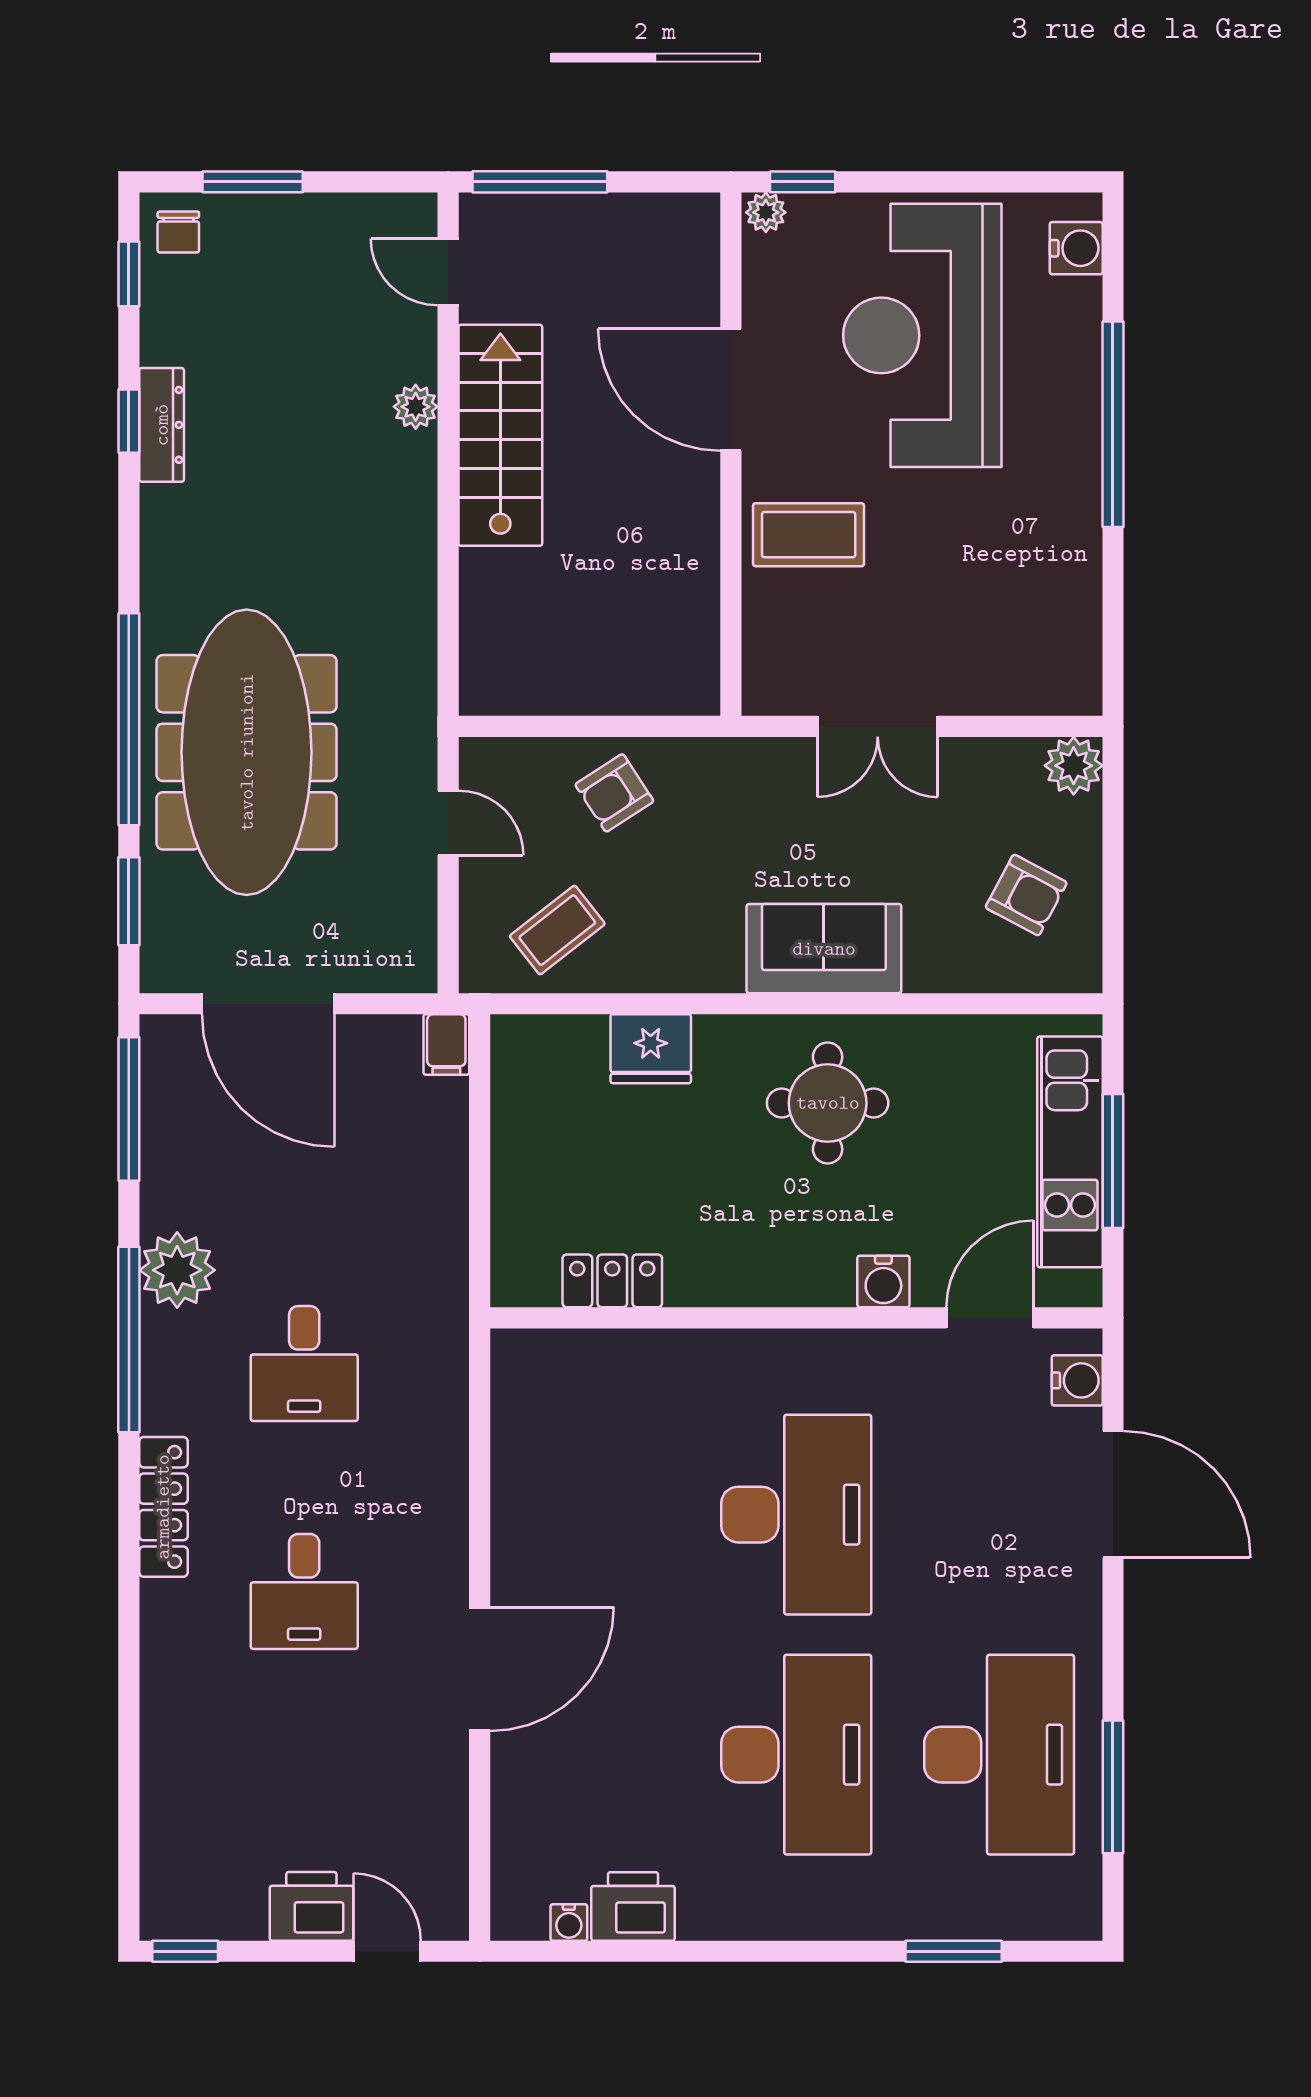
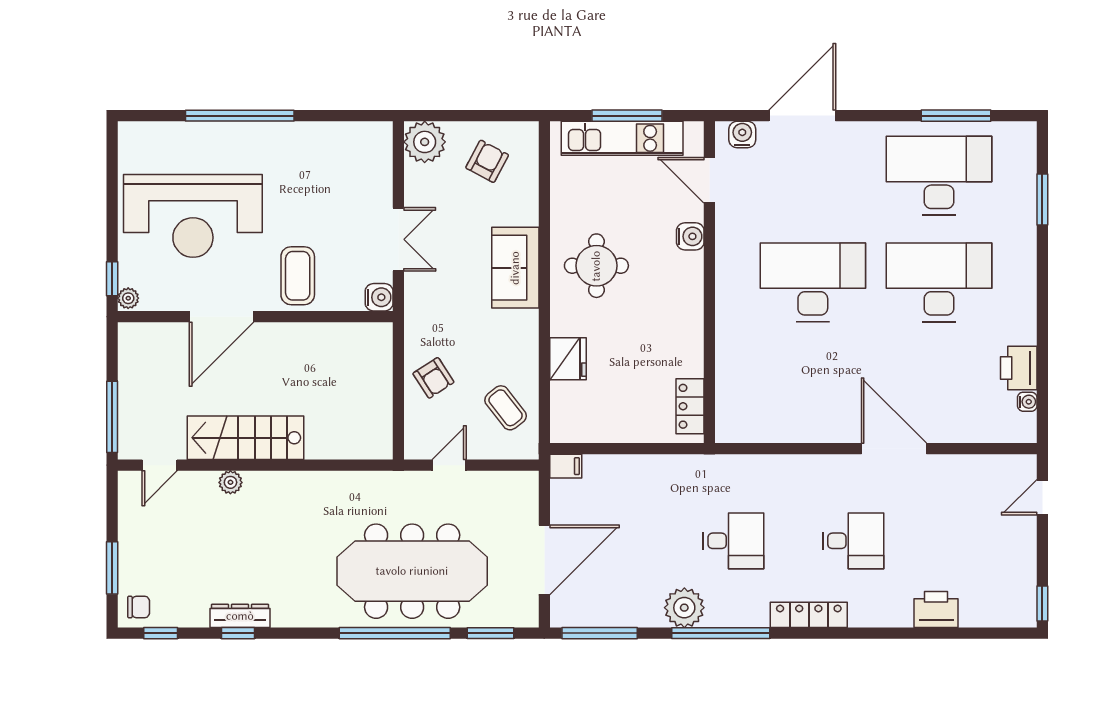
water cooler: (1076, 248) -> (379, 297), moved, turned 90
plant: (1074, 766) -> (425, 142), width x1.36, depth x1.36
locker: (612, 1281) -> (690, 406), moved
printer: (311, 1906) -> (936, 609), moved, turned 90

